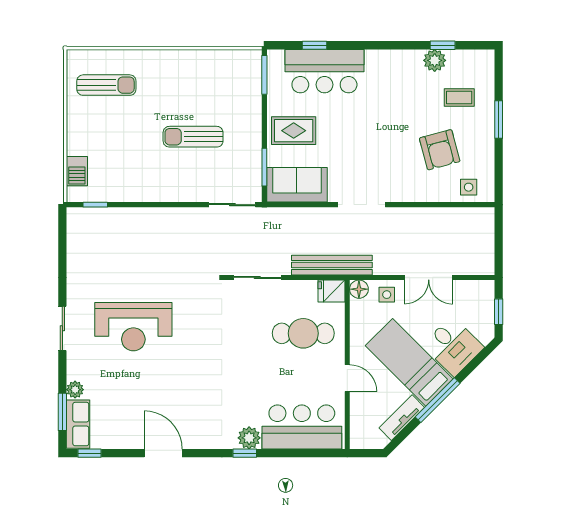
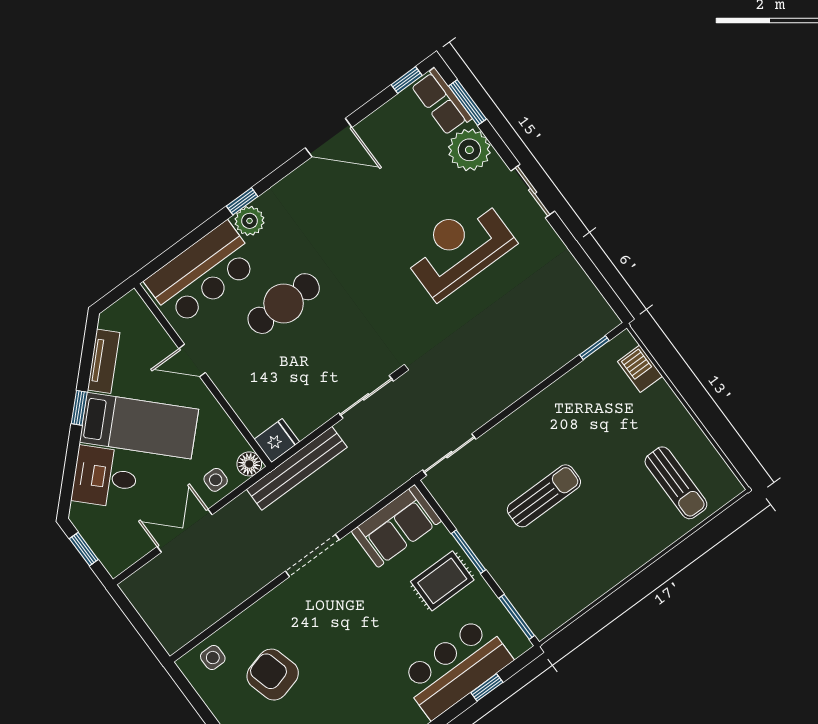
sun lounger: (106, 85) -> (676, 483), turned -90
window: (264, 167) -> (468, 552), moved
cafe table: (303, 333) -> (284, 304), moved
plant: (75, 390) -> (469, 150), width x1.88, depth x1.88
window: (438, 400) -> (79, 408), width x0.46

